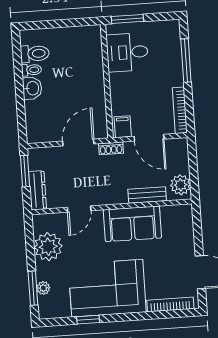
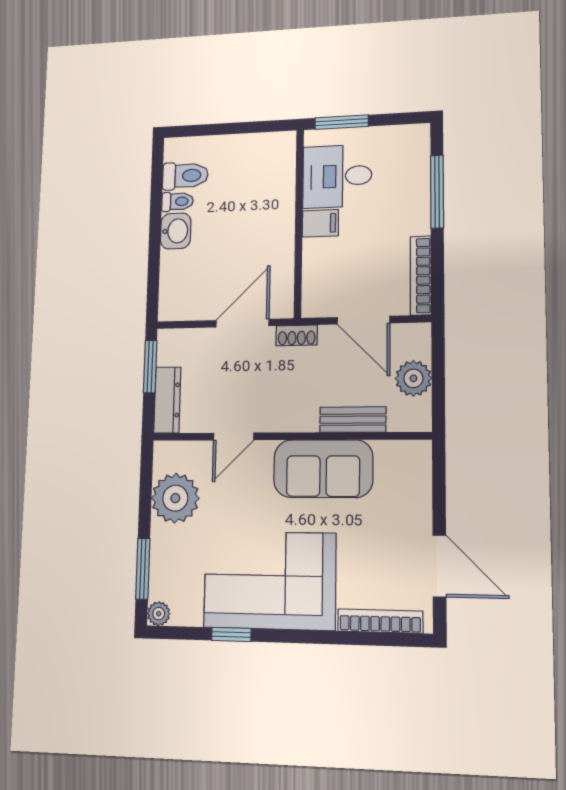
filing cabinet: (123, 127) -> (320, 223), moved, turned 90
plant: (181, 185) -> (413, 378), moved
plant: (43, 288) -> (159, 614), moved

